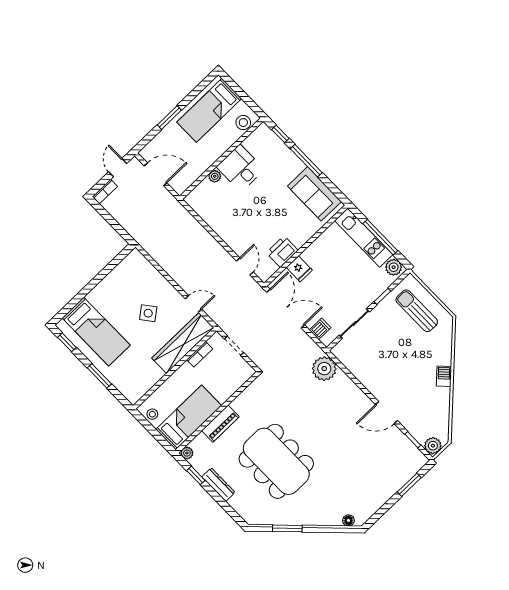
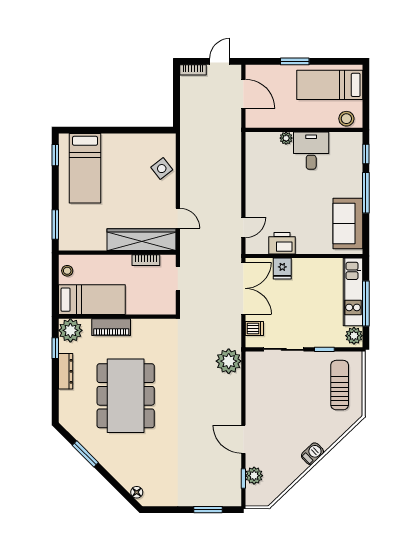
side table: (148, 313) -> (162, 169), moved
window: (99, 376) -> (55, 225), moved
plant: (433, 446) -> (254, 476), moved
plant: (187, 453) -> (70, 330), width x1.88, depth x1.88

